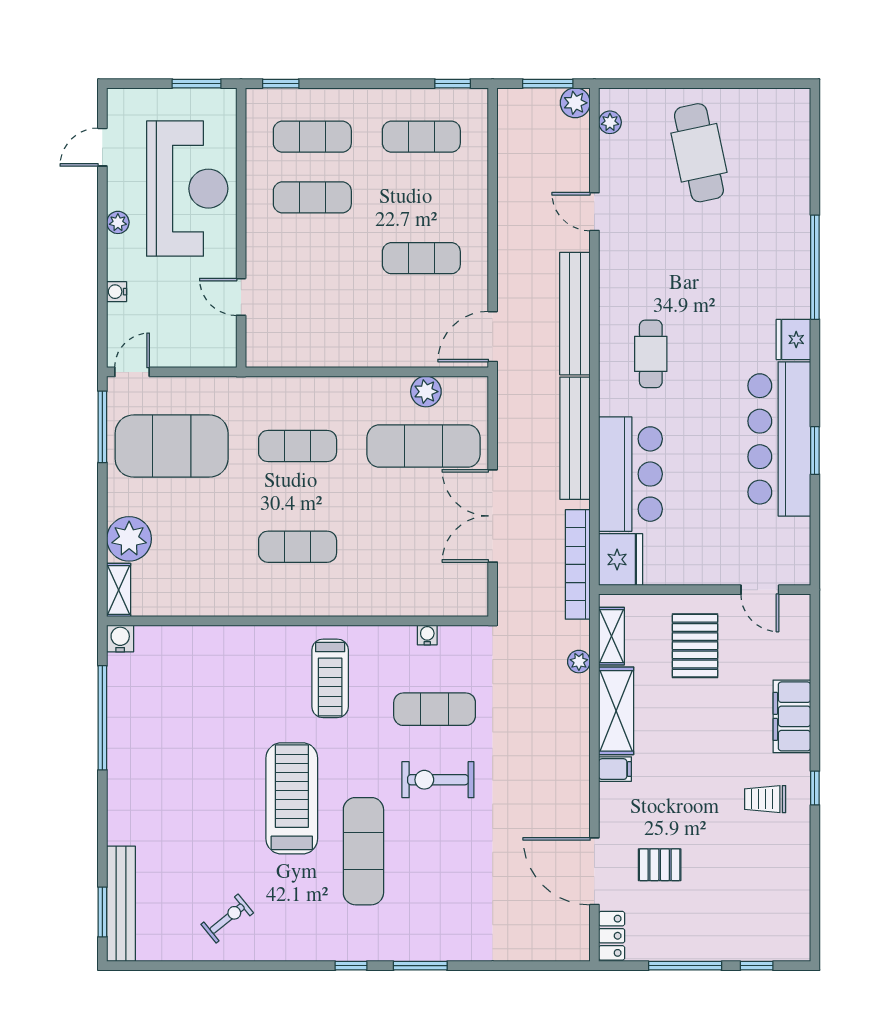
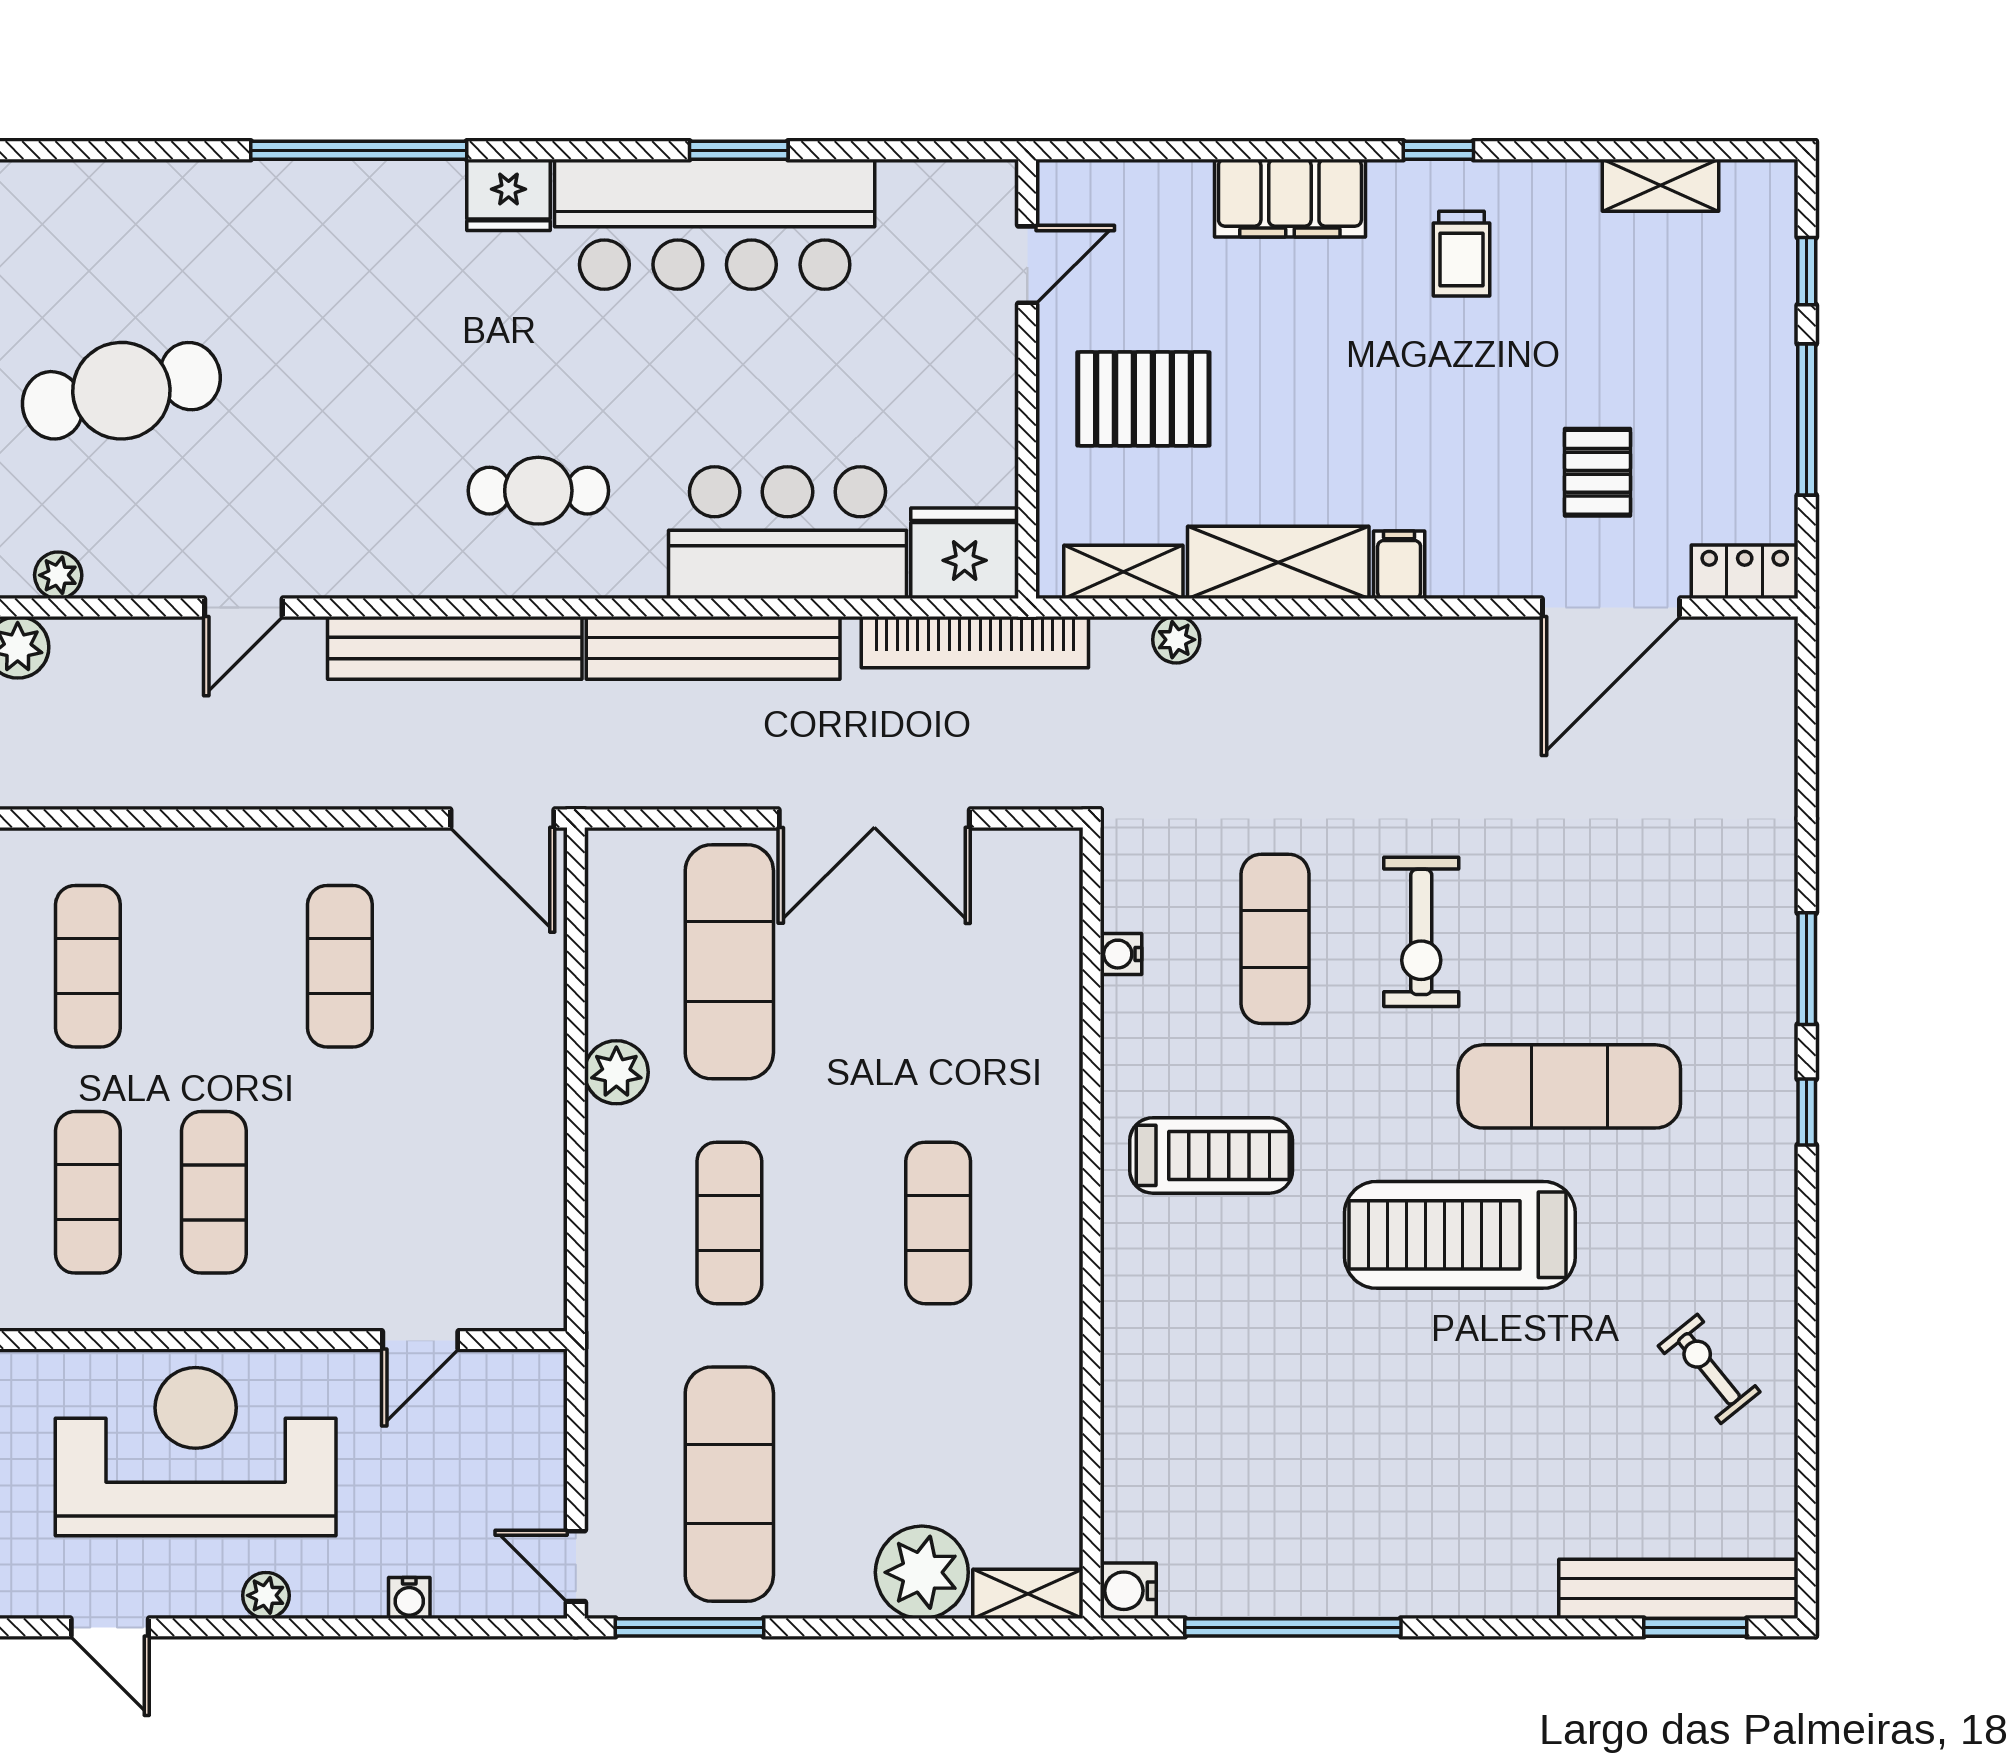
plant: (426, 392) -> (616, 1072), moved
exercise mat: (172, 446) -> (729, 1484), width x0.68
shelving: (798, 895) -> (1660, 185), added

